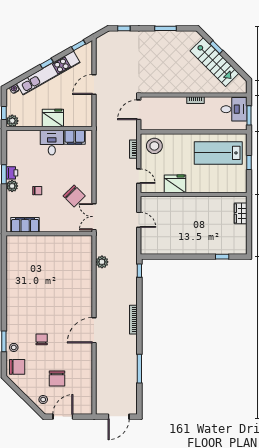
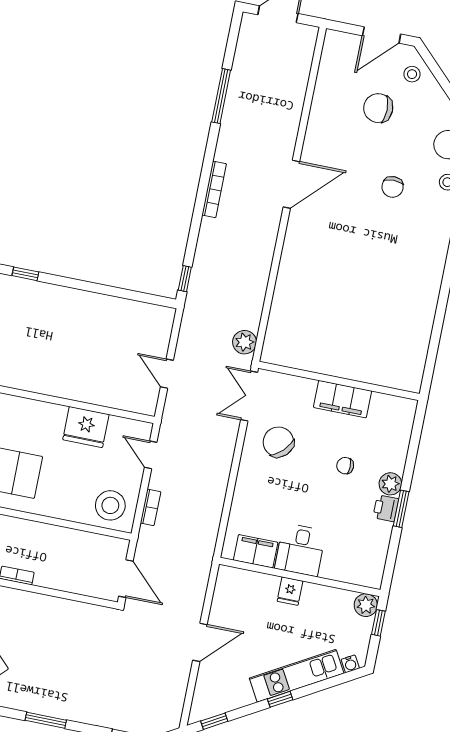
kitchen unit: (48, 73) -> (297, 676), width x0.73
door: (139, 110) -> (126, 579), hinge flipped
fridge: (53, 118) -> (290, 591), width x0.53, depth x0.75
double door: (94, 217) -> (249, 396), swing flipped
filing cabinet: (25, 225) -> (343, 399), moved
plant: (102, 262) -> (245, 342), moved
chair: (57, 379) -> (378, 108), turned -90

